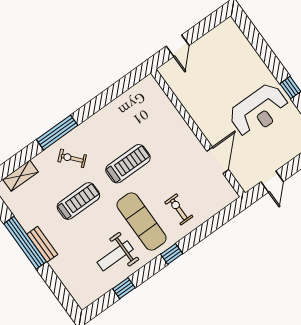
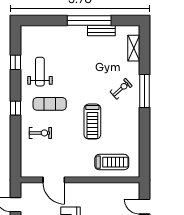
treadmill: (78, 201) -> (112, 162), moved, turned -90
exercise mat: (142, 221) -> (50, 104), width x0.73, depth x0.69
bench: (42, 244) -> (101, 31), moved

